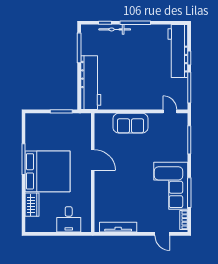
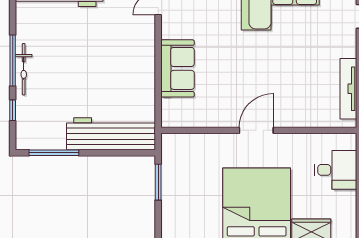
bicycle: (115, 29) -> (24, 69), moved
door: (93, 160) -> (256, 130), moved

